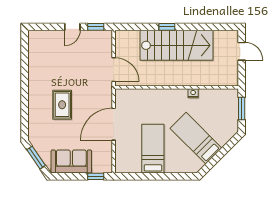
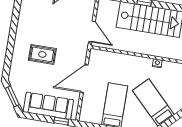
rug: (62, 105) -> (42, 54), turned 90
sofa: (71, 161) -> (48, 106), width x1.36

